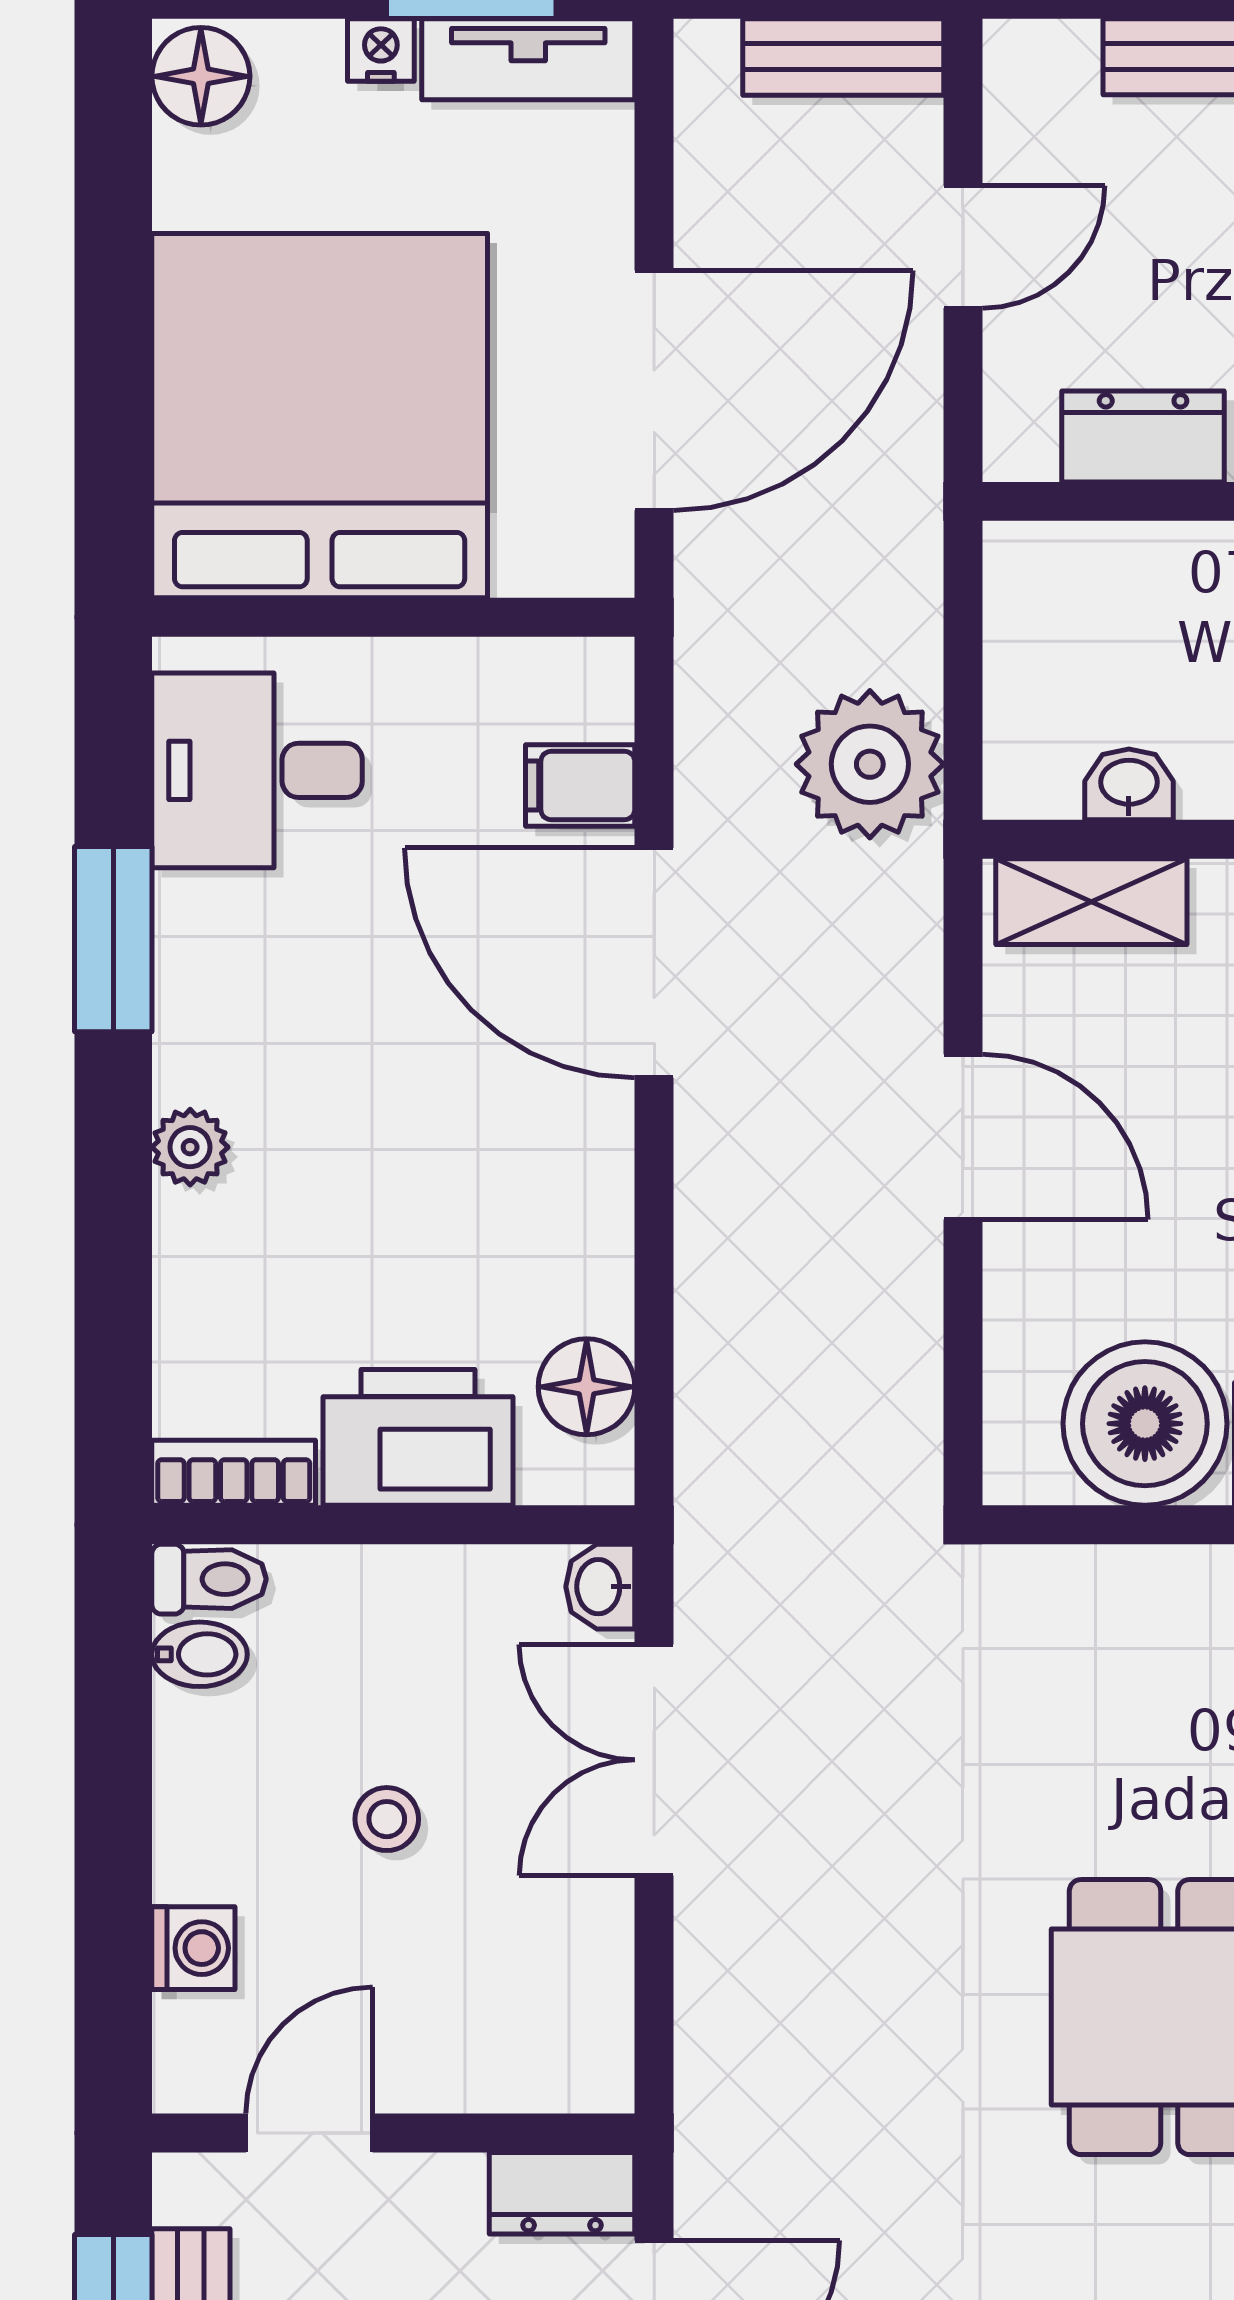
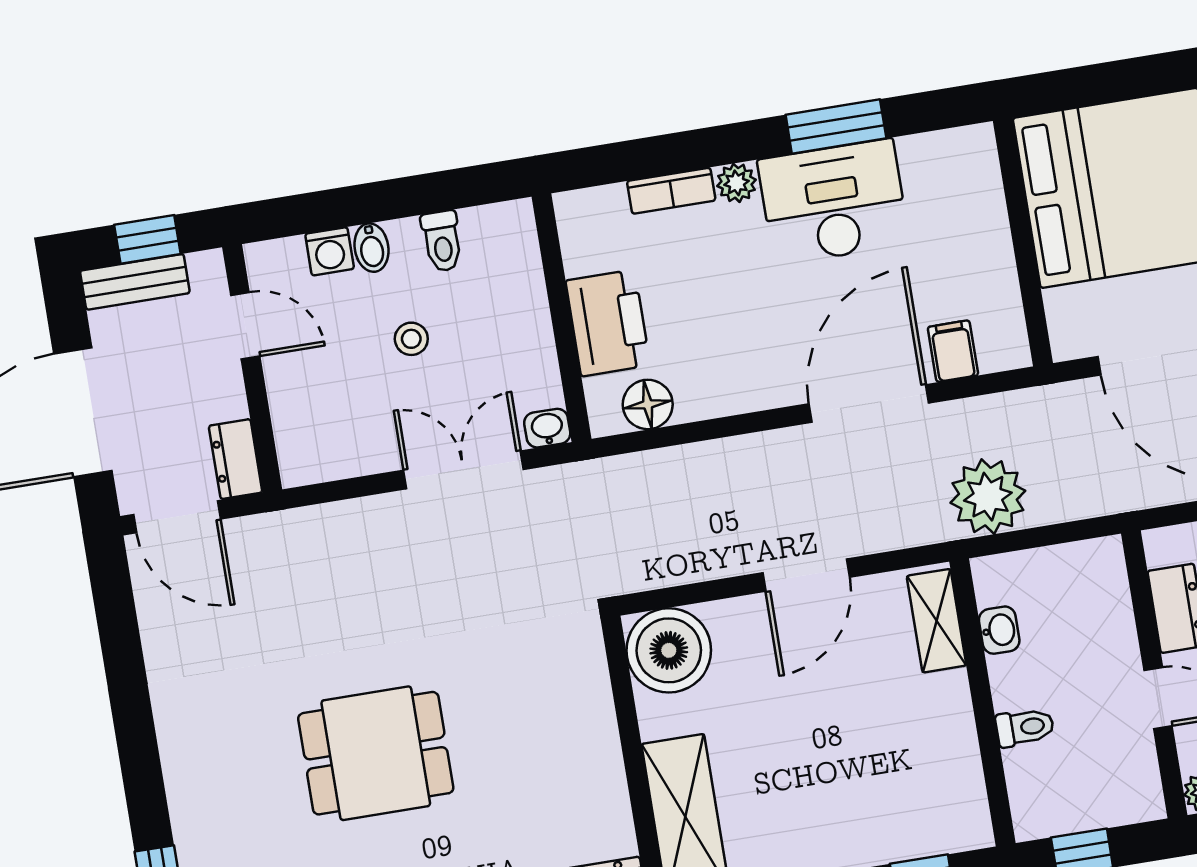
desk: (257, 770) -> (833, 202), moved, width x1.37
boiler: (1145, 1424) -> (669, 650), moved
bookcase: (234, 1473) -> (671, 191), moved, turned 90
toilet: (209, 1579) -> (442, 241), moved
bidet: (200, 1654) -> (372, 248), moved

